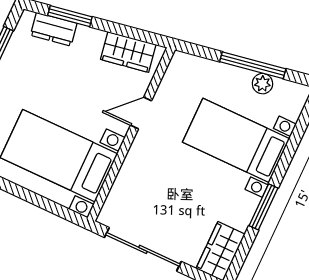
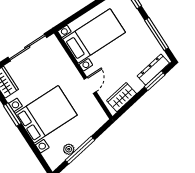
dresser: (54, 29) -> (153, 70), width x1.44
bed with nightstands: (236, 140) -> (46, 114), width x1.36

